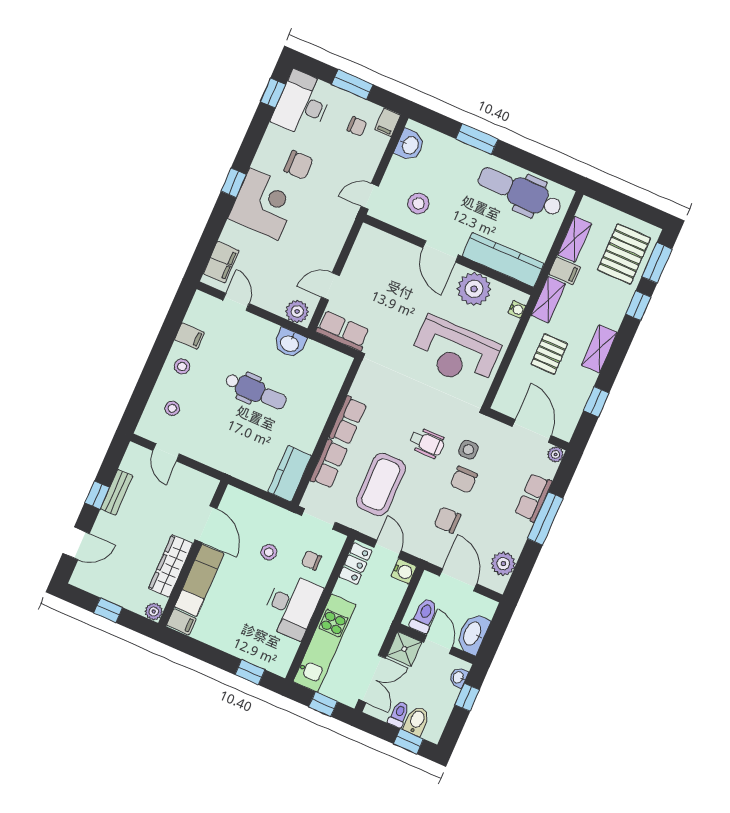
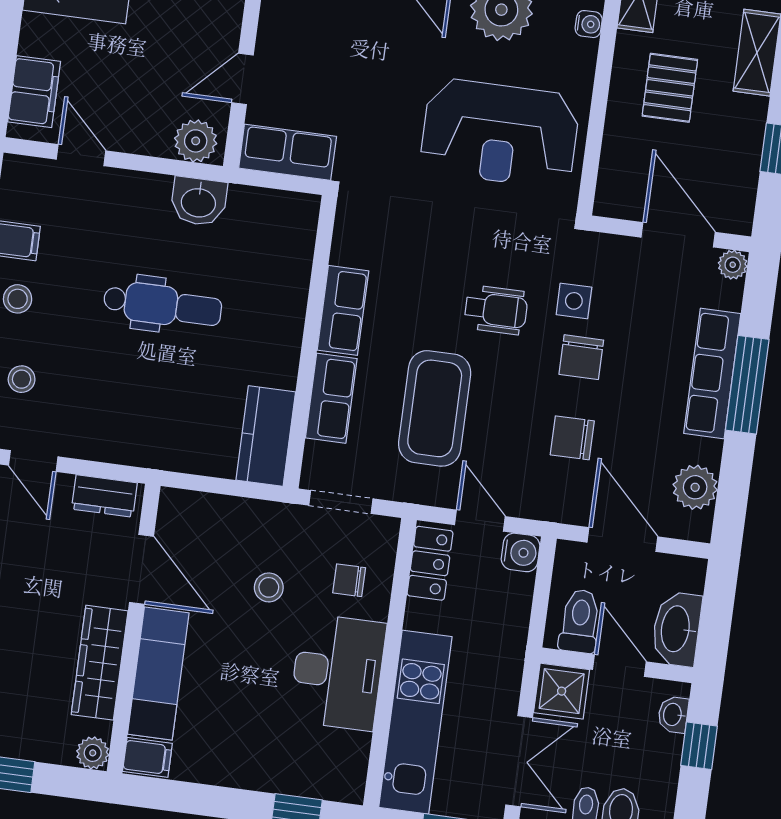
dresser: (198, 481) -> (104, 496), added
row of seats: (533, 497) -> (712, 374), width x1.48

